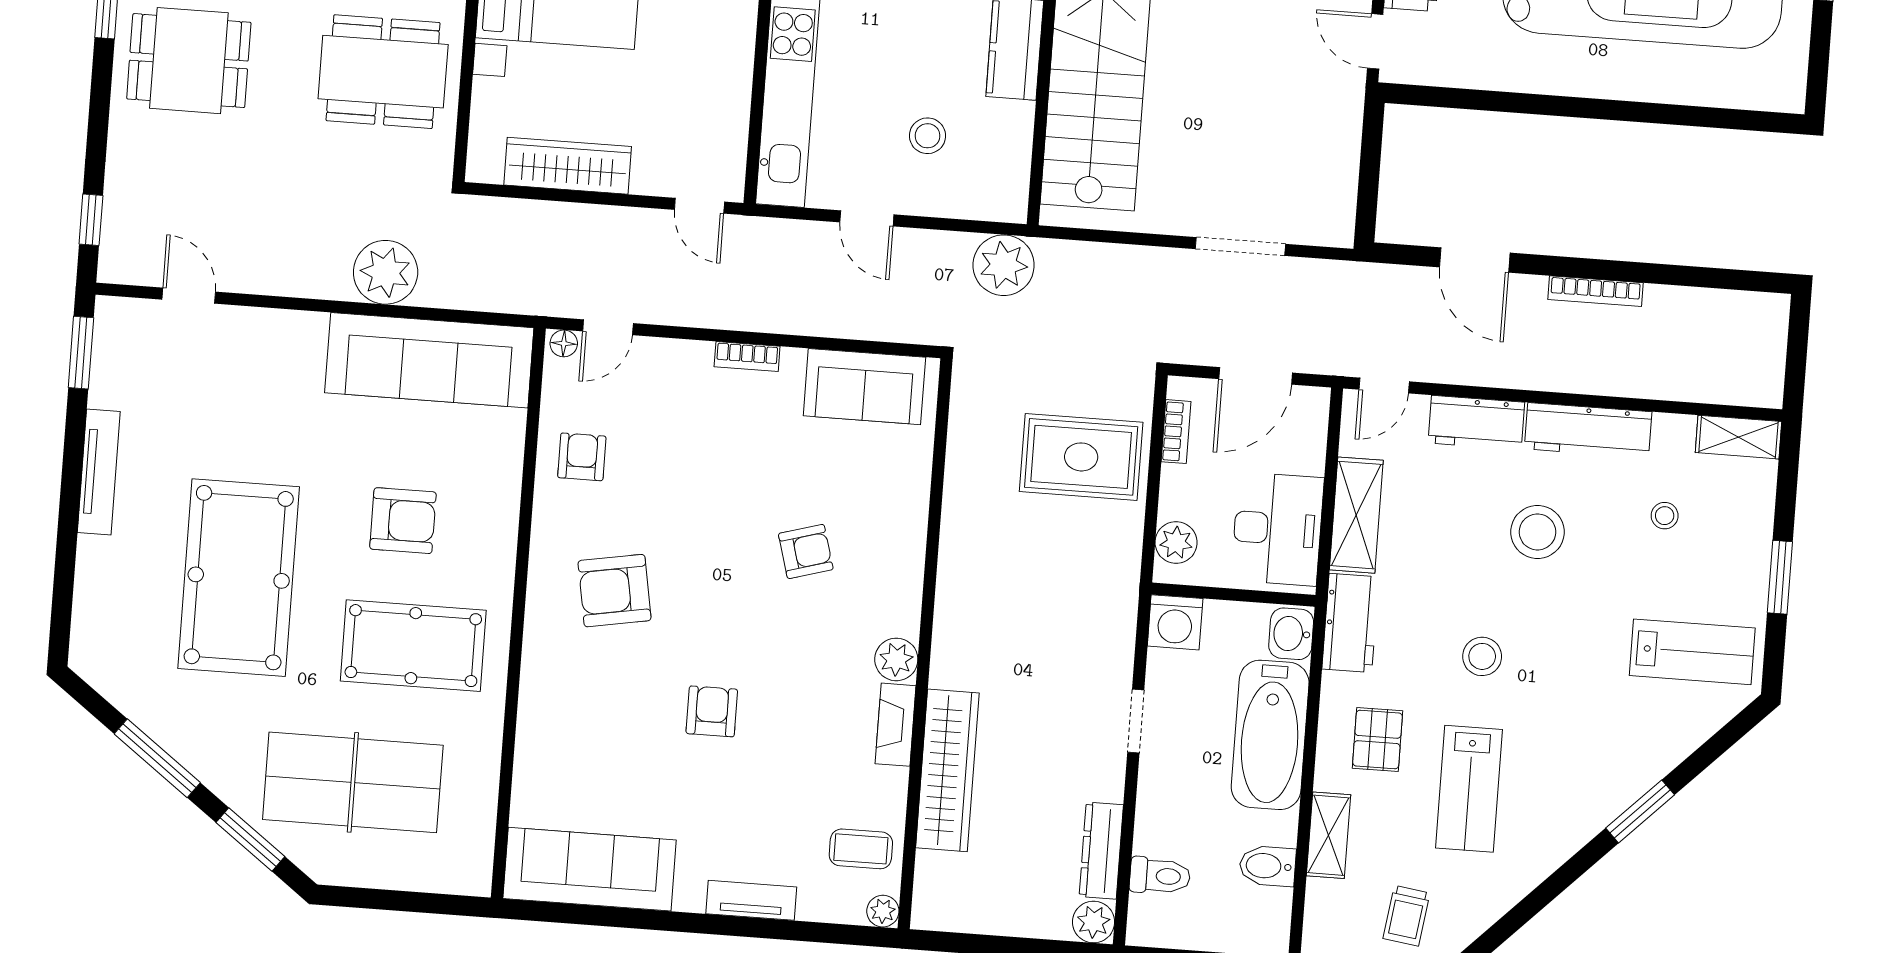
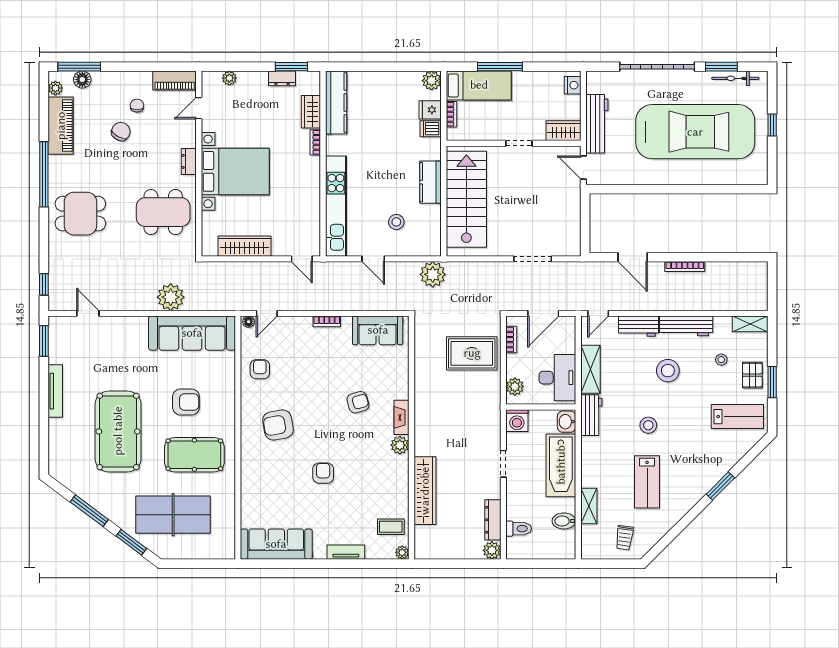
fireplace: (896, 725) -> (402, 417), moved
pallet: (1377, 739) -> (752, 375), moved

